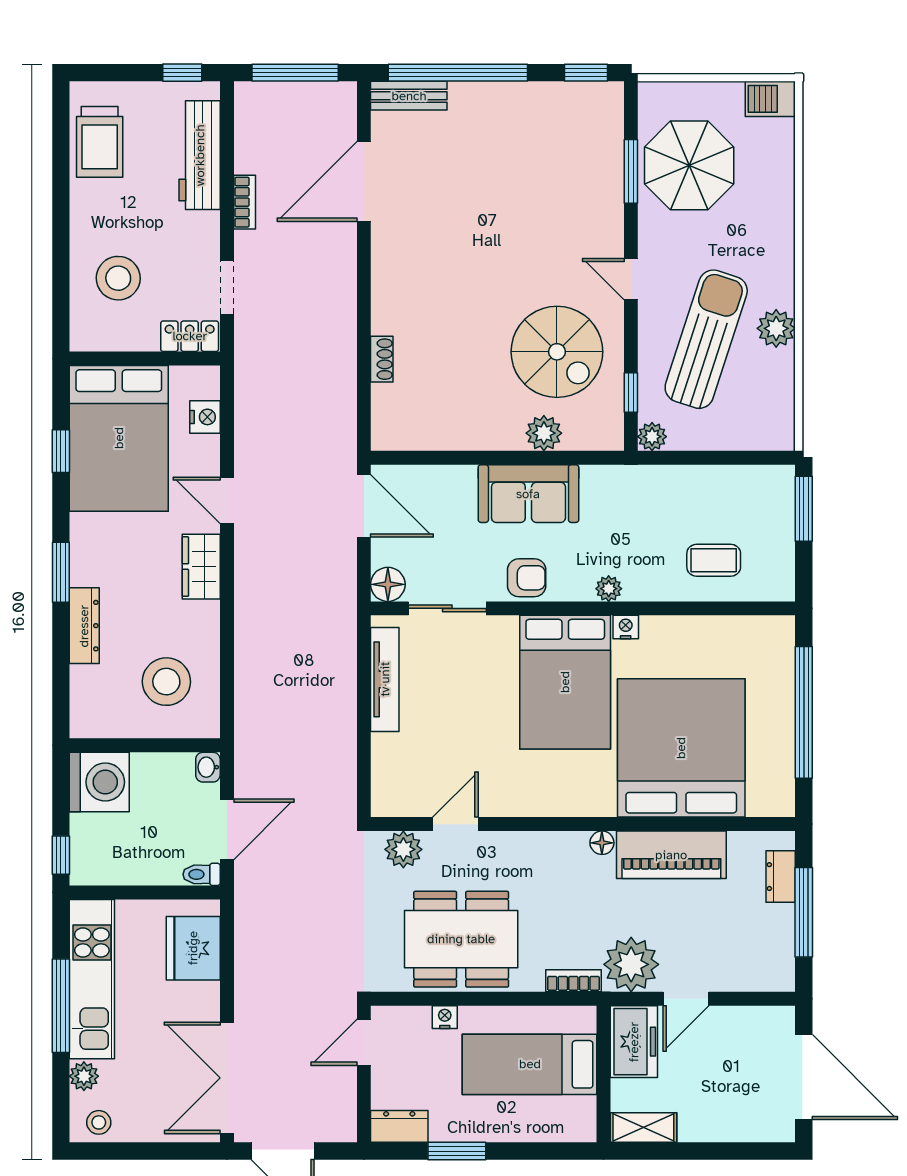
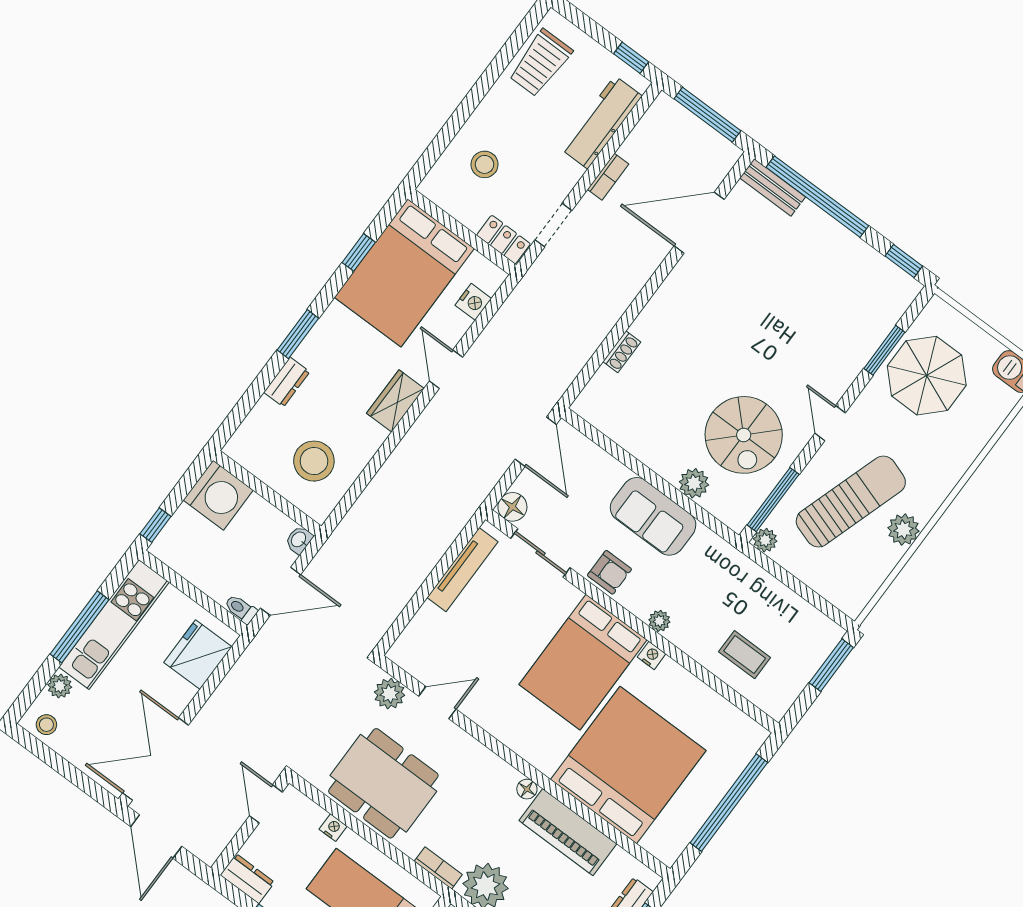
stool: (118, 278) -> (485, 164), width x0.73, depth x0.73
window: (631, 392) -> (773, 500), width x2.17
dresser: (84, 626) -> (287, 382), width x0.70
door: (364, 1042) -> (266, 804), hinge flipped

